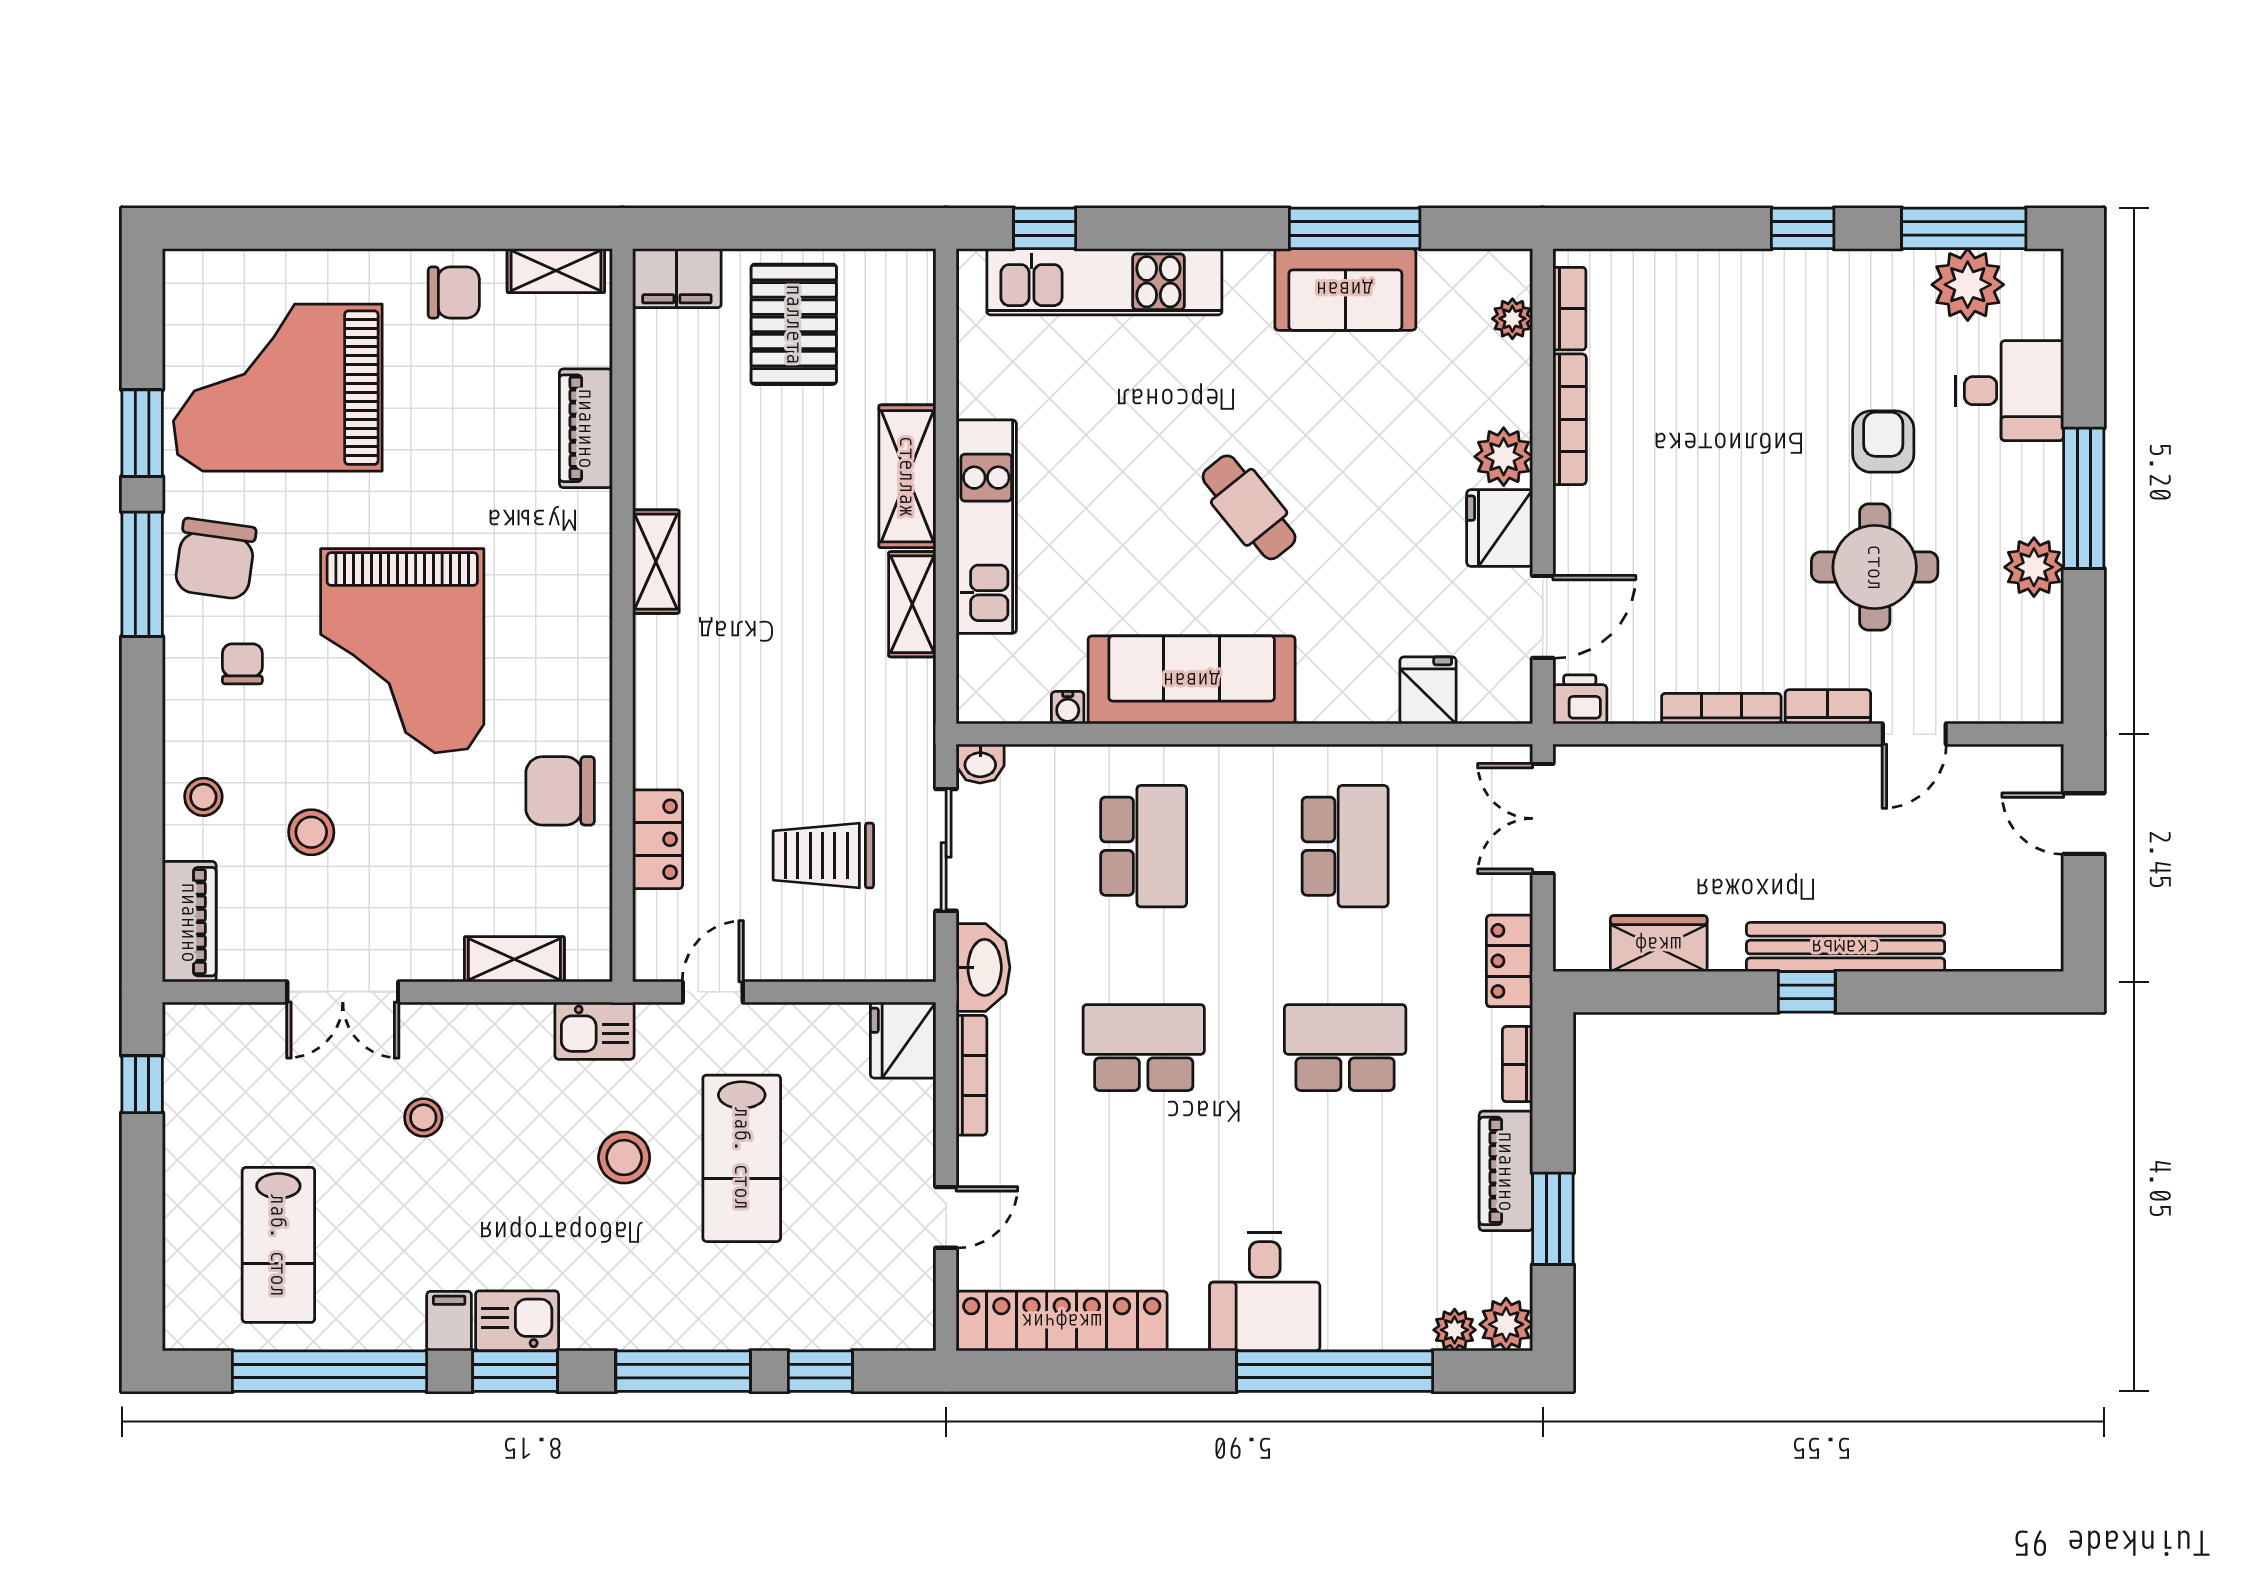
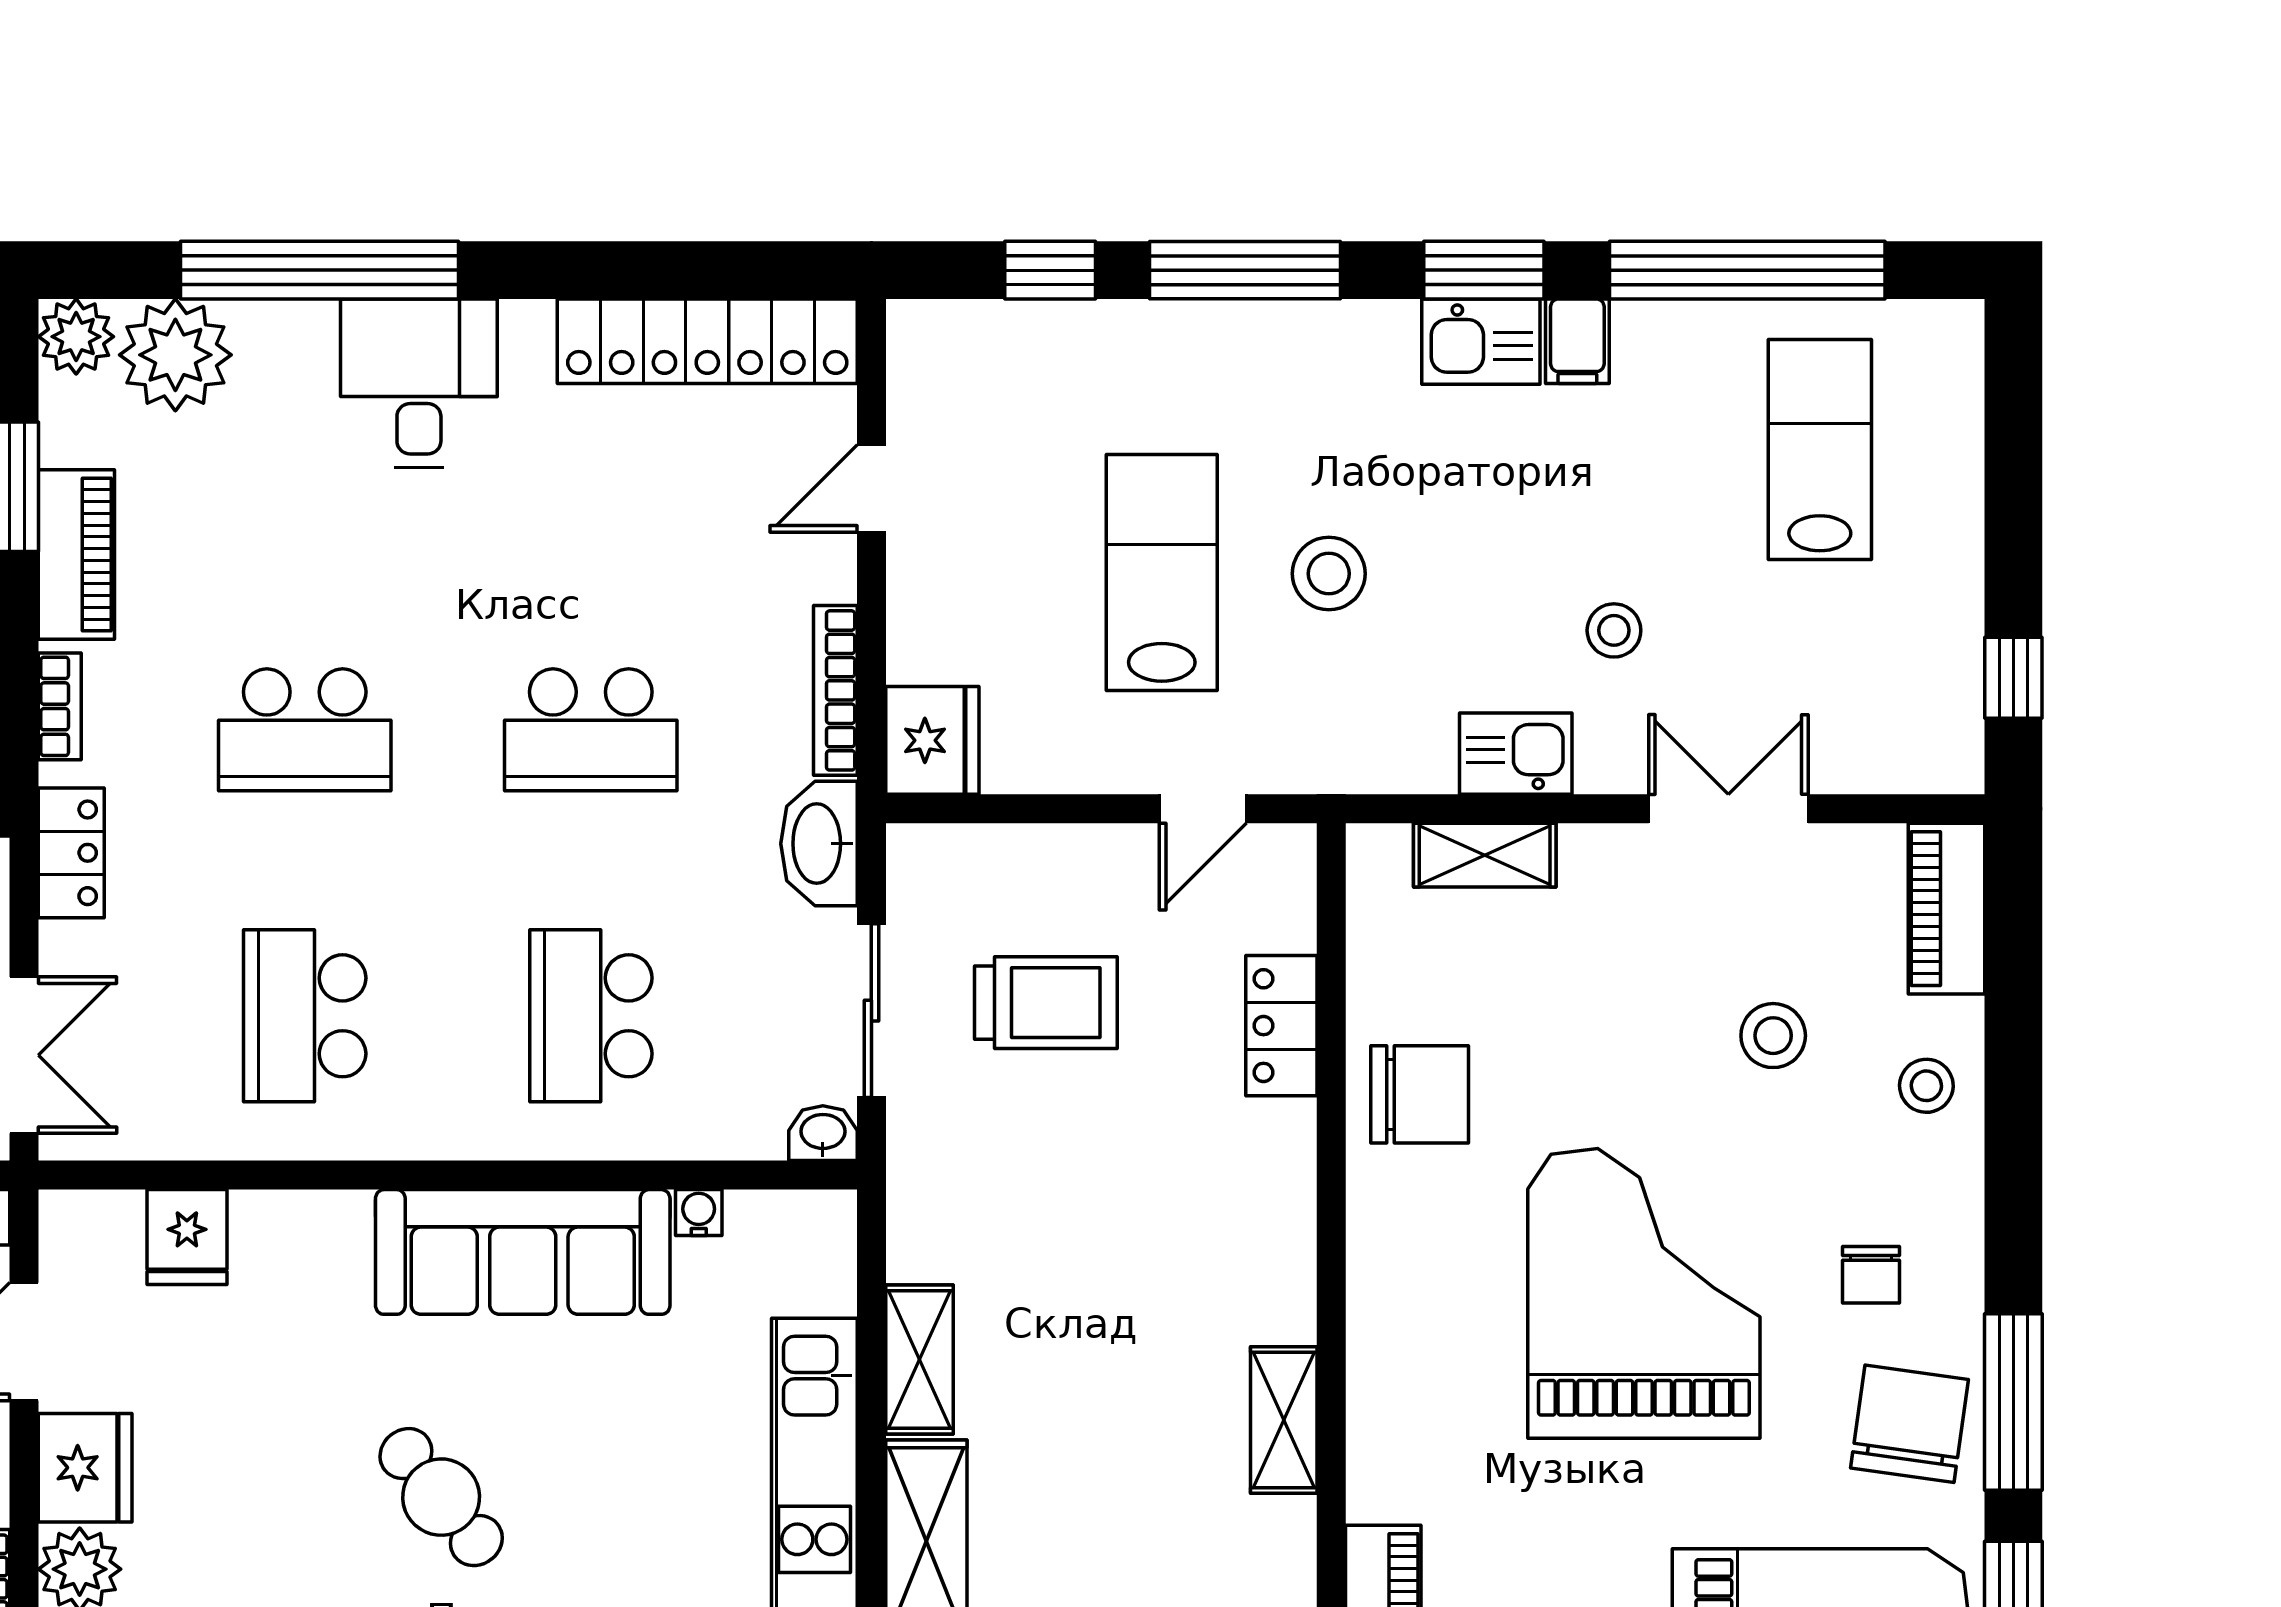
kitchen sink: (595, 1031) -> (1516, 754), moved
plant: (1455, 1330) -> (175, 355), width x1.88, depth x1.88

